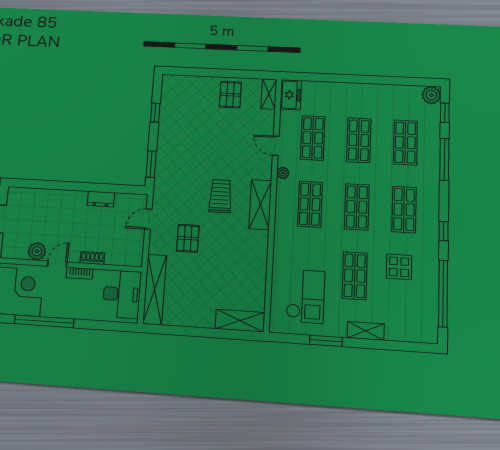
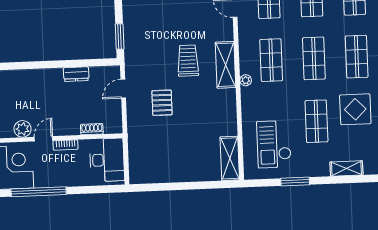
plant: (283, 173) -> (246, 80), moved
shoe rack: (92, 258) -> (92, 129), moved
display table: (399, 267) -> (355, 109), width x1.36, depth x1.36
shelving: (155, 289) -> (137, 152), removed
checkout: (306, 296) -> (274, 144), turned 180
shelving: (240, 321) -> (230, 158), moved, turned 90
shelving: (366, 331) -> (346, 168), moved

